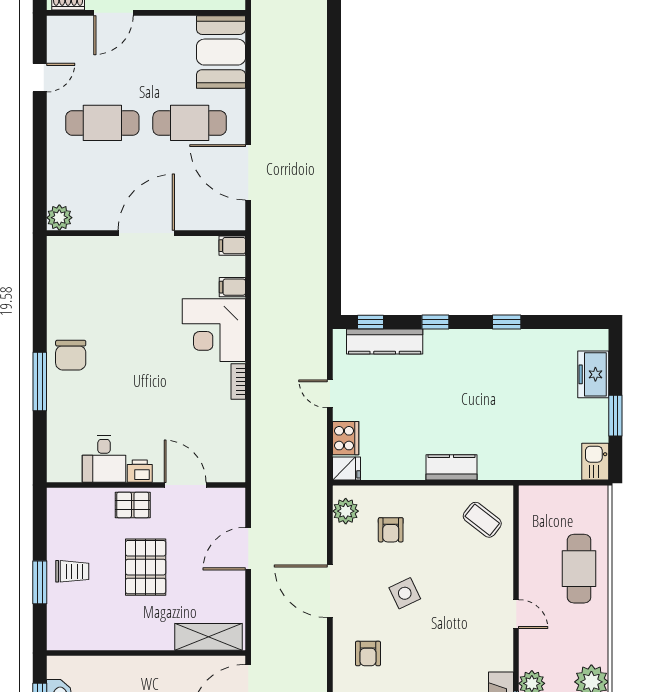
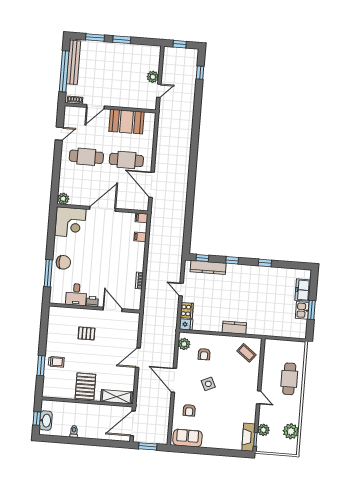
booth: (221, 52) -> (127, 122), moved, turned 90
corner desk: (214, 330) -> (70, 222), moved, turned -90
chair: (71, 355) -> (63, 262), turned -90
desk: (104, 459) -> (76, 295), moved
kitchen sink: (595, 462) -> (302, 310), moved
printer: (140, 471) -> (92, 301), moved
wall: (146, 485) -> (95, 308), moved
door: (185, 485) -> (113, 309), moved
pallet: (146, 567) -> (85, 386), moved

